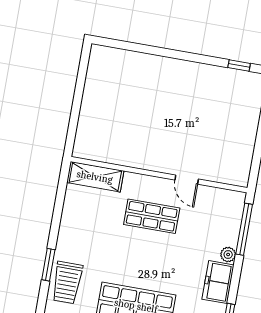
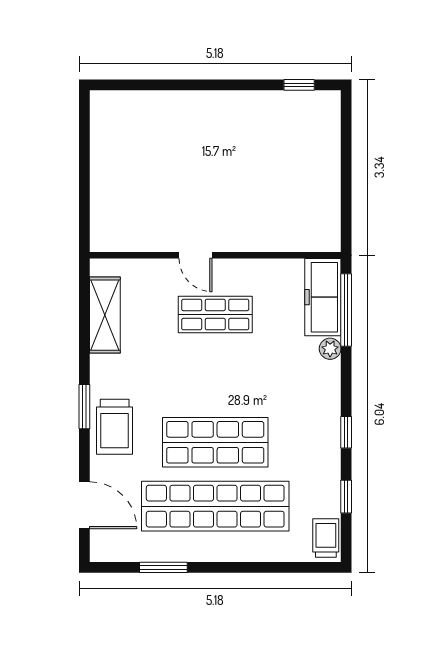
shelving: (95, 177) -> (105, 315), moved, turned 90
door: (187, 180) -> (196, 255), moved
freezer: (218, 282) -> (323, 297), moved, width x1.40

